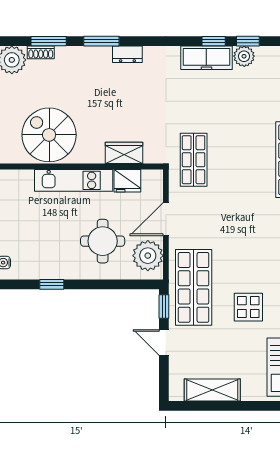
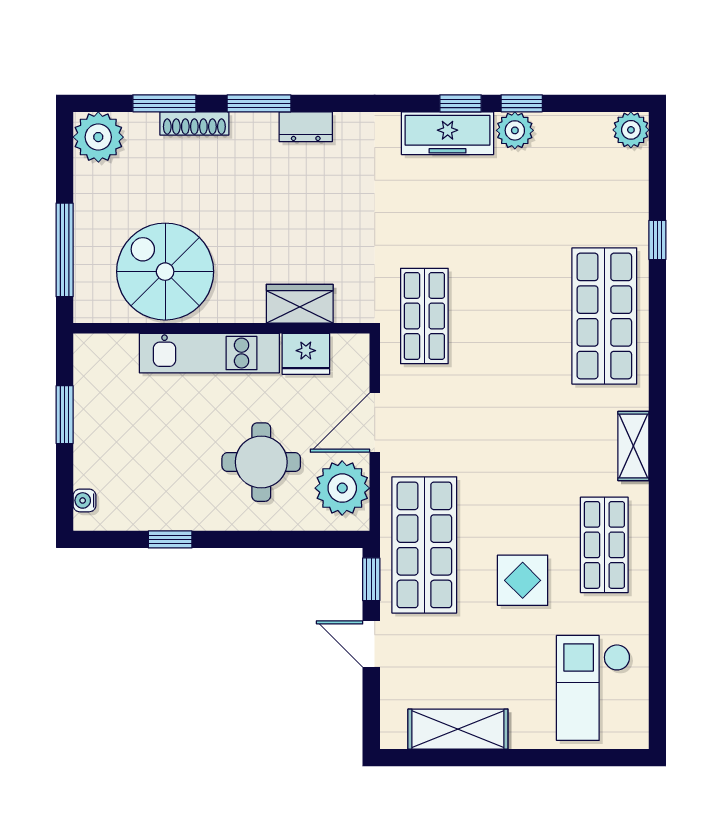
shoe rack: (41, 52) -> (194, 124), moved, width x1.43

